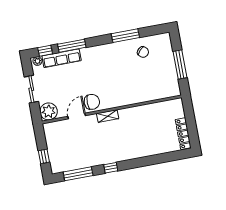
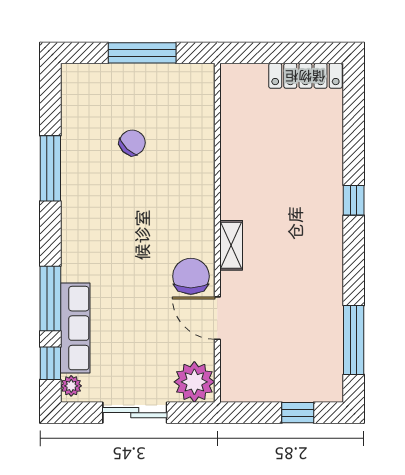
chair: (143, 52) -> (132, 143), moved
window: (111, 168) -> (354, 200), moved

